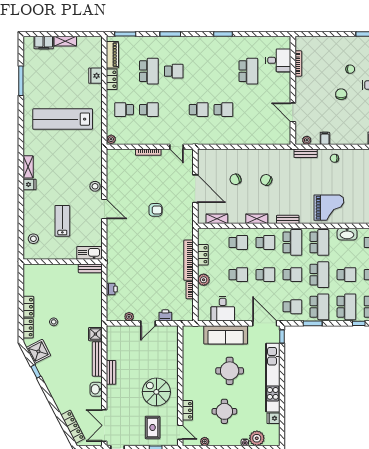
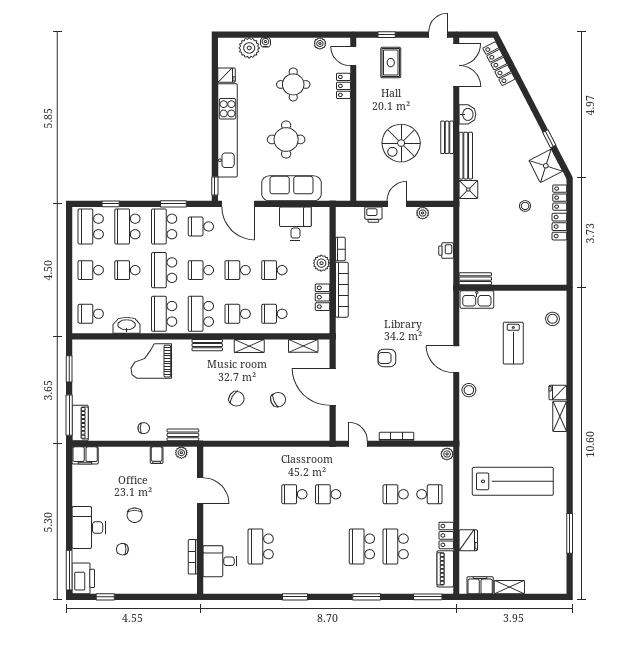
filing cabinet: (44, 43) -> (480, 585), moved
school desk: (174, 71) -> (362, 546), width x1.85
spiral stairs: (156, 392) -> (401, 143), moved, turned 90

